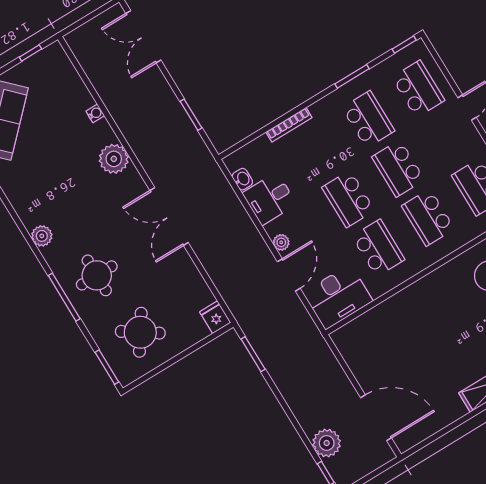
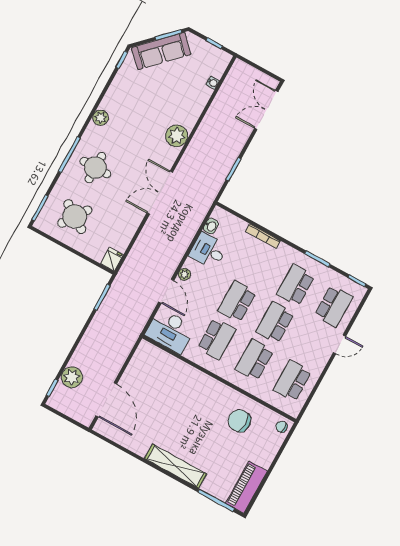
water cooler: (95, 113) -> (213, 83), moved
school desk: (368, 119) -> (296, 285), turned 180
door: (289, 275) -> (166, 291), hinge flipped

